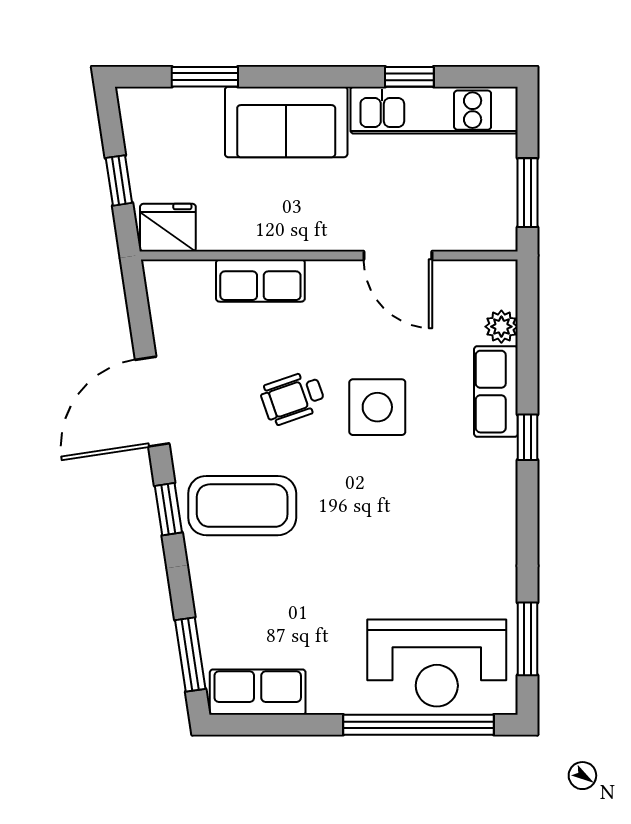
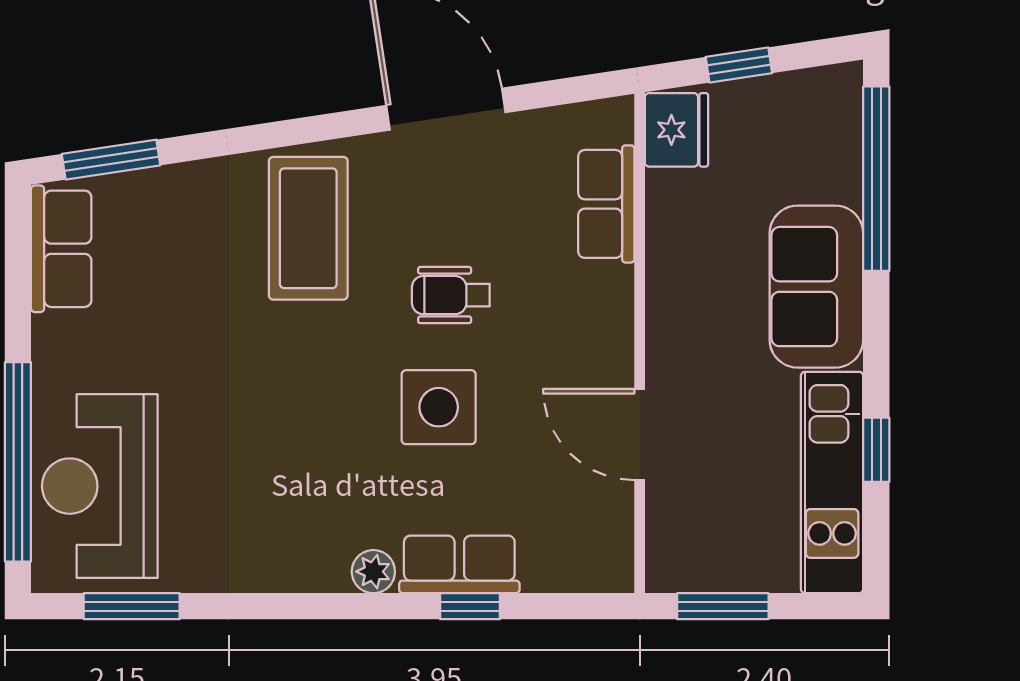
window: (205, 77) -> (876, 179), width x2.11
door: (398, 255) -> (640, 434), hinge flipped
row of seats: (260, 281) -> (606, 204), moved
plant: (501, 327) -> (373, 572), moved
wheelchair: (293, 398) -> (451, 295), turned -71
window: (528, 437) -> (470, 606), moved
window: (168, 509) -> (304, 131), removed

